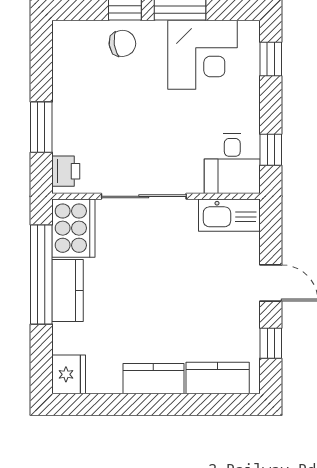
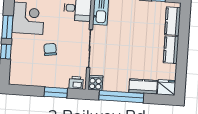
chair: (122, 43) -> (50, 49), moved
cooker: (73, 228) -> (95, 83), width x0.53, depth x0.76
kitchen counter: (67, 291) -> (143, 86), moved

